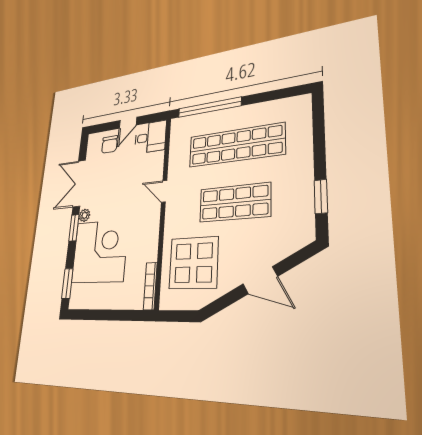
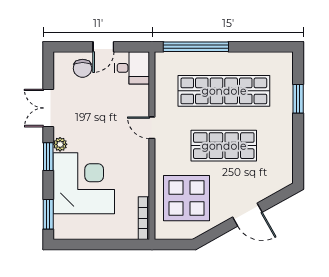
double door: (79, 183) -> (48, 108), width x0.73
window: (321, 196) -> (298, 99), moved

